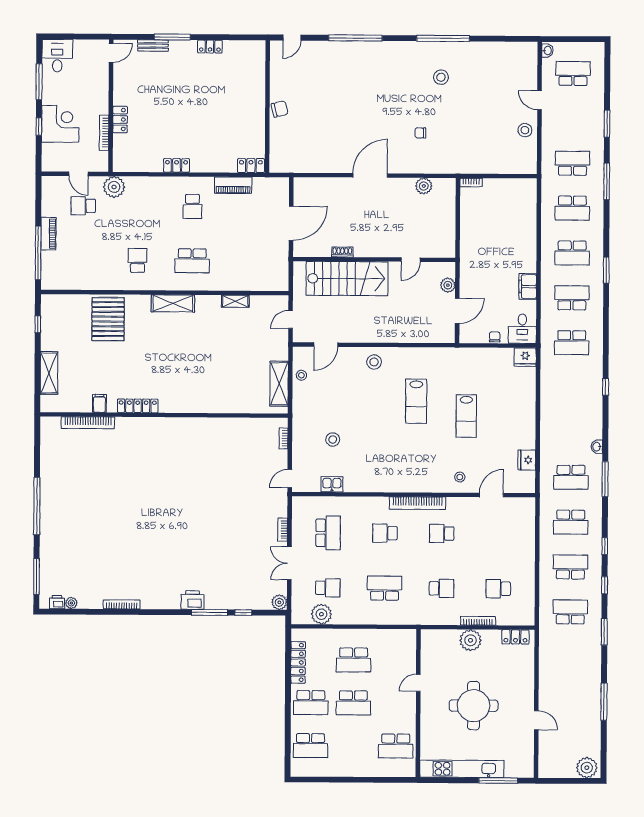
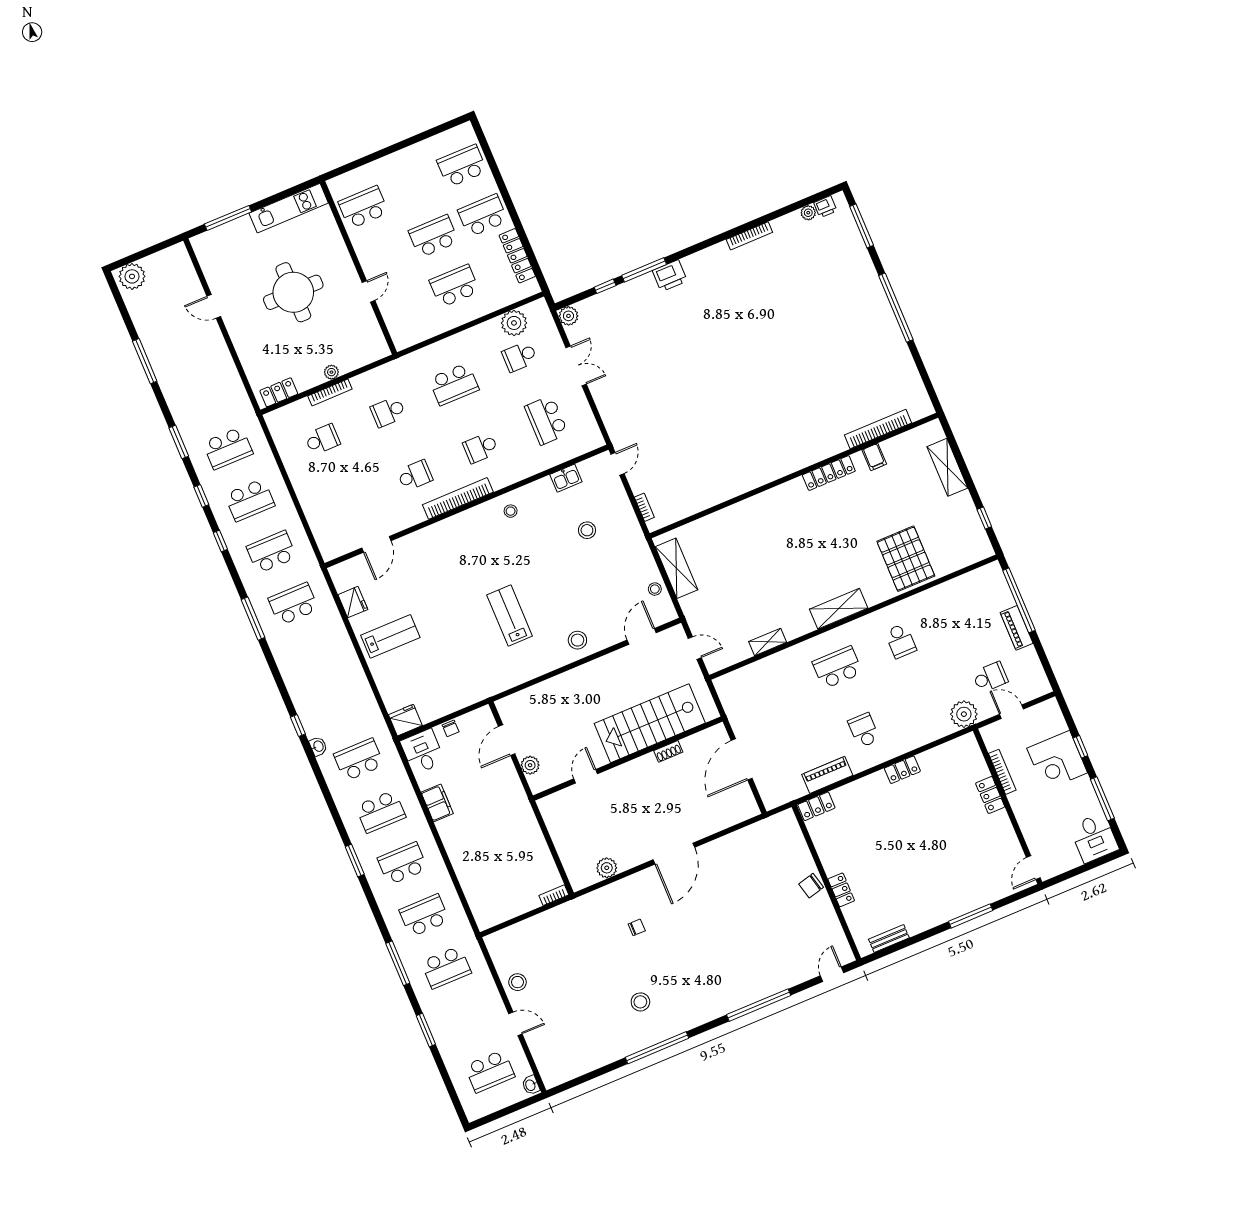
bench: (153, 46) -> (889, 939), moved
locker: (210, 47) -> (841, 890), moved, turned 90
door: (291, 320) -> (695, 648), hinge flipped
lab bench: (466, 416) -> (390, 636), moved, turned 90
washbasin: (597, 447) -> (318, 746), moved
stool: (460, 477) -> (511, 511), moved
bookcase: (283, 530) -> (600, 401), removed
school desk: (385, 533) -> (481, 448), turned 180
plant: (471, 640) -> (331, 372), width x0.53, depth x0.53
kitchen unit: (462, 769) -> (289, 208), width x0.73

